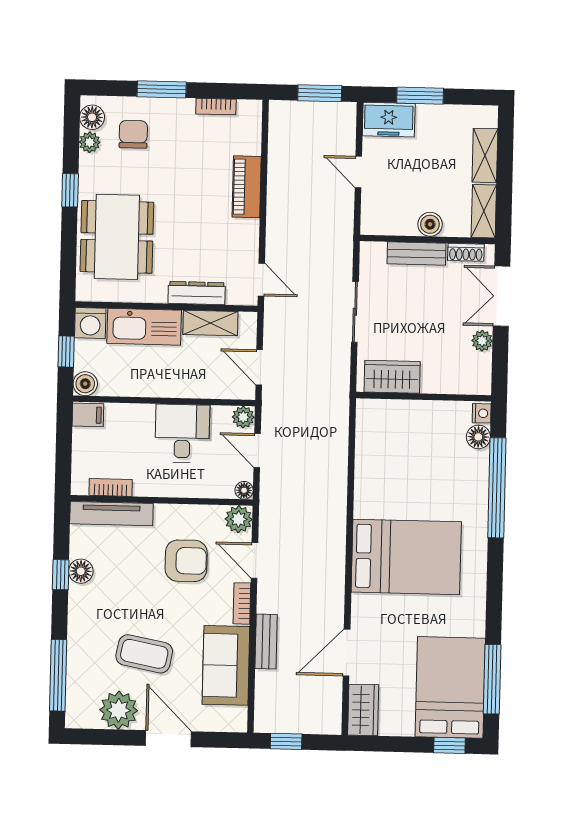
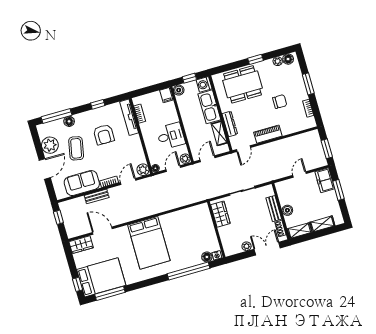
chair: (133, 134) -> (280, 102), moved
piano: (247, 187) -> (268, 134), moved
armchair: (186, 561) -> (104, 135), moved
floor lamp: (81, 571) -> (69, 121), moved

